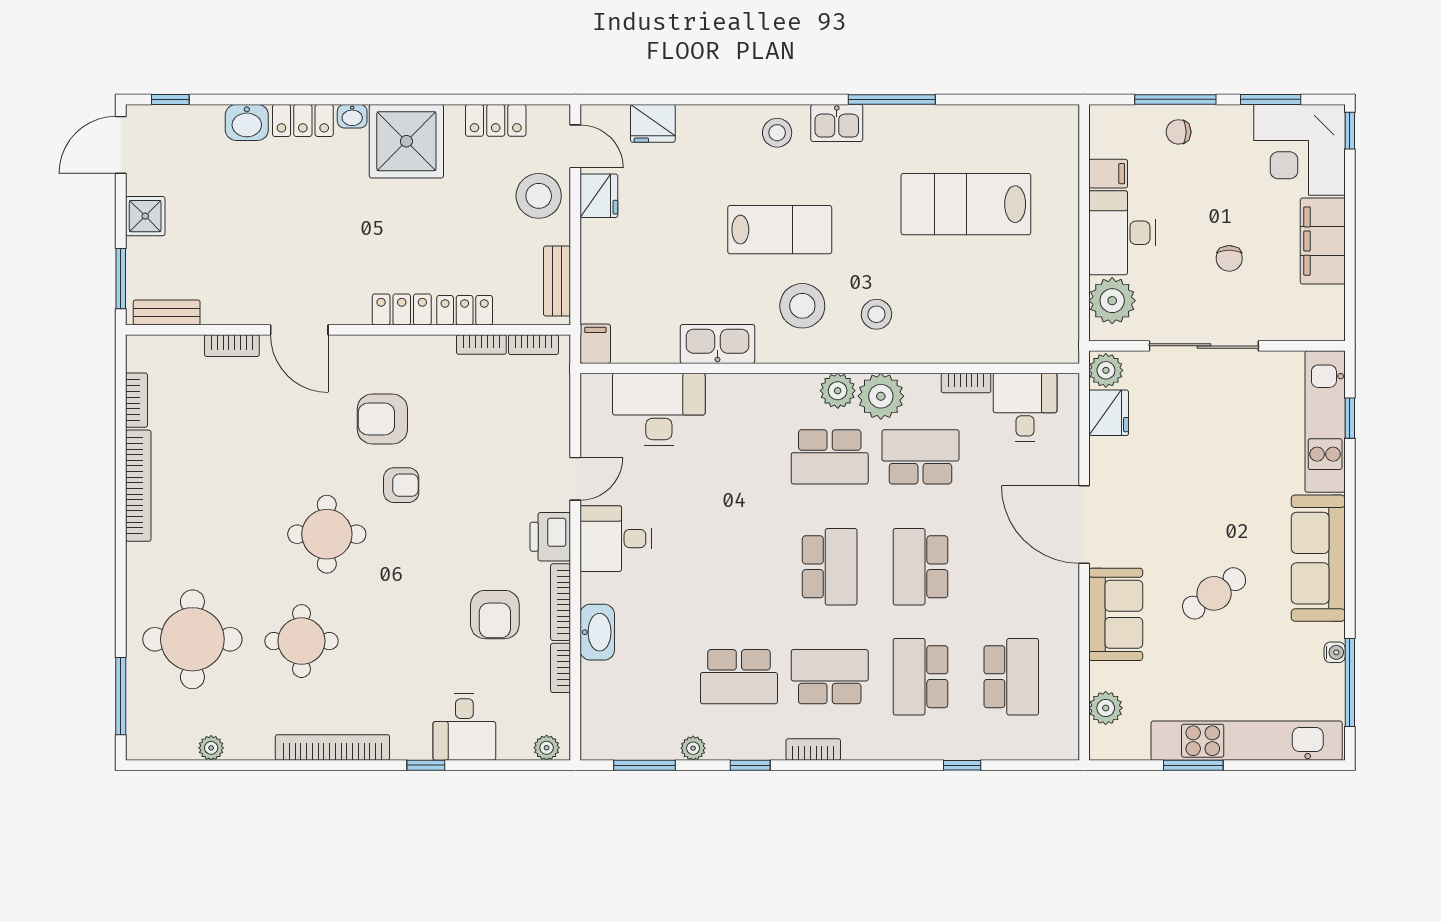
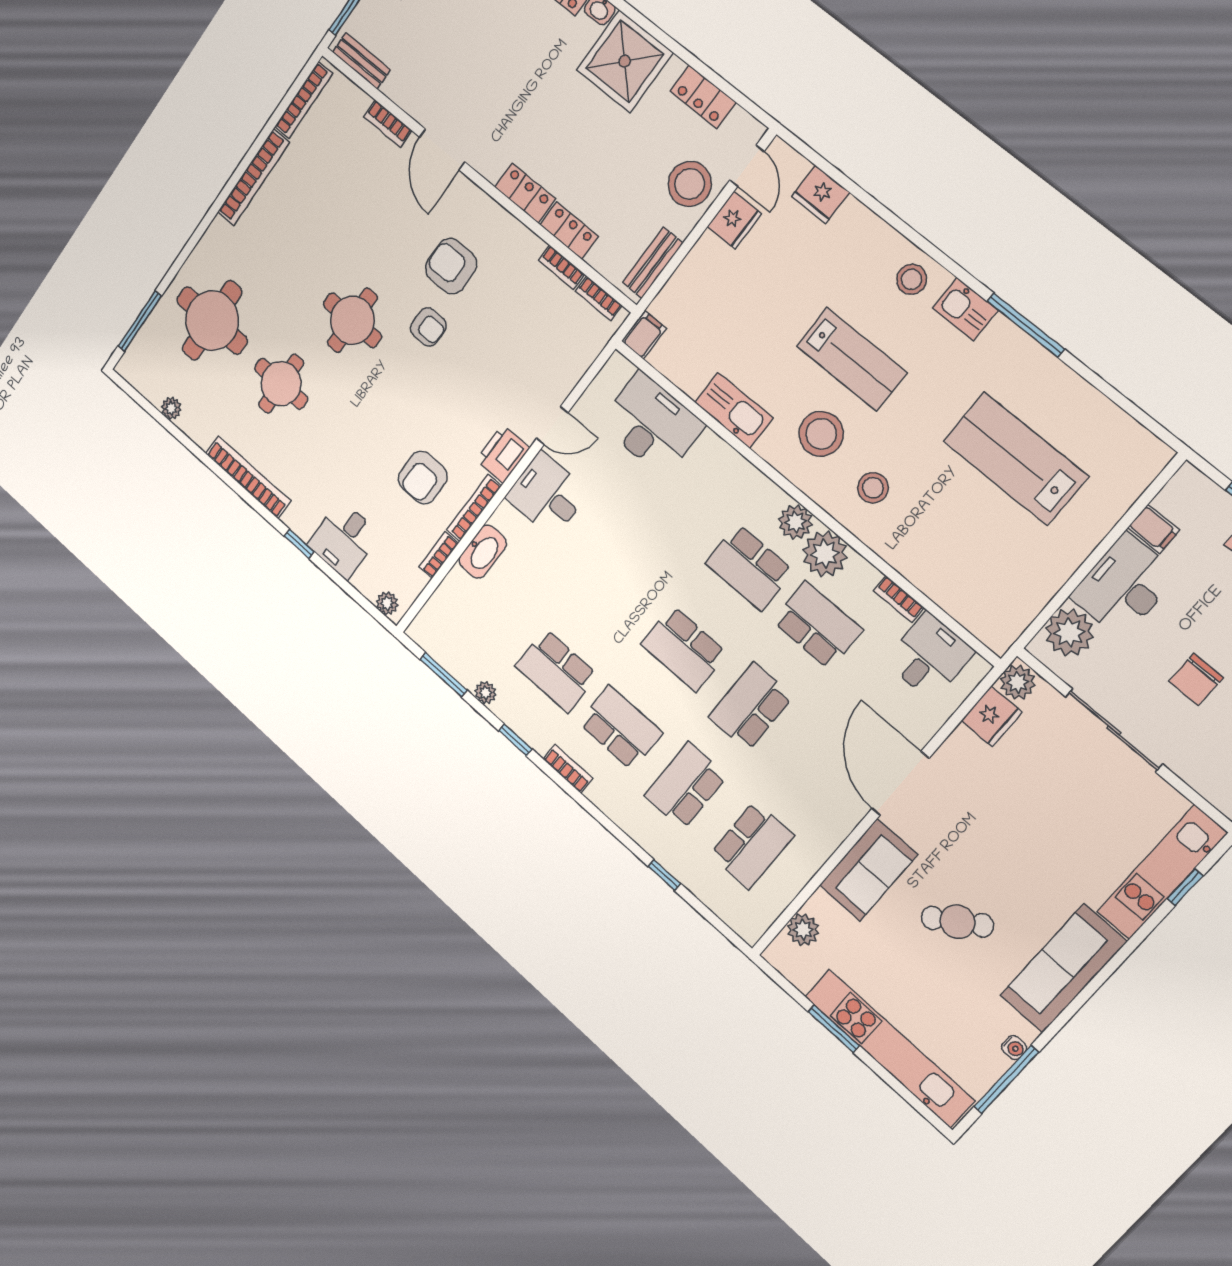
chair: (1229, 258) -> (1196, 679), width x1.37, depth x1.37
bookcase: (136, 400) -> (303, 100), width x1.56
school desk: (830, 567) -> (684, 649), turned 90

